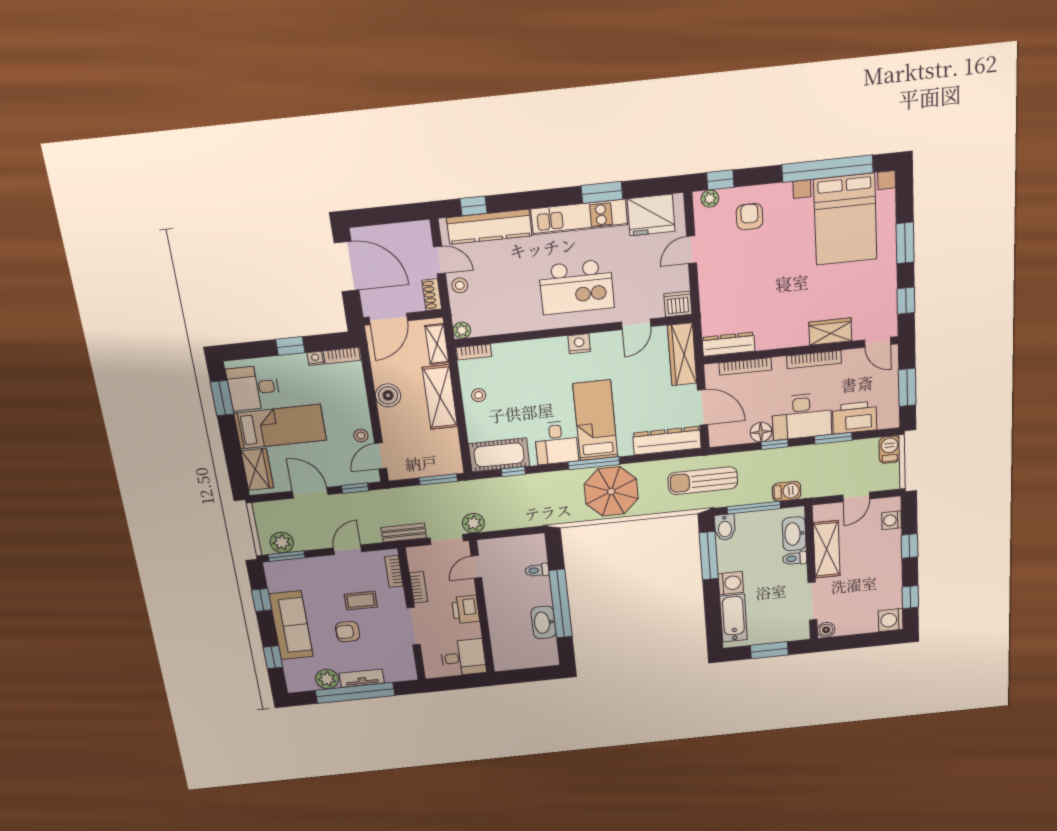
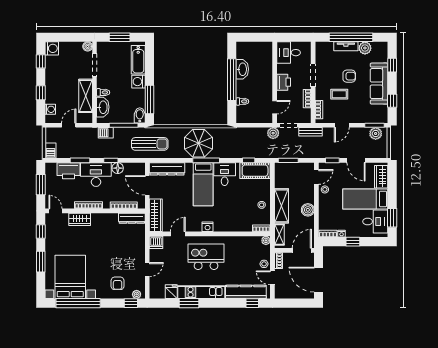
fridge: (651, 215) -> (171, 292), width x0.53, depth x0.75

